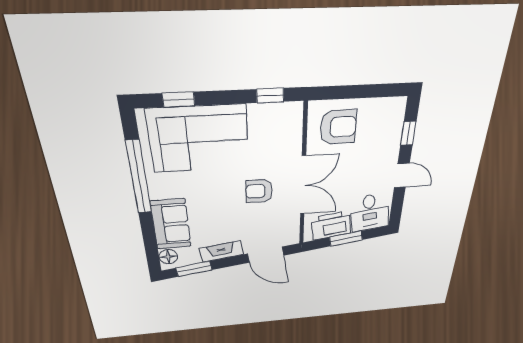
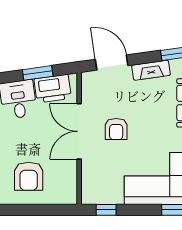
armchair: (338, 127) -> (29, 176), moved, turned -90
armchair: (259, 191) -> (116, 129), turned 89

